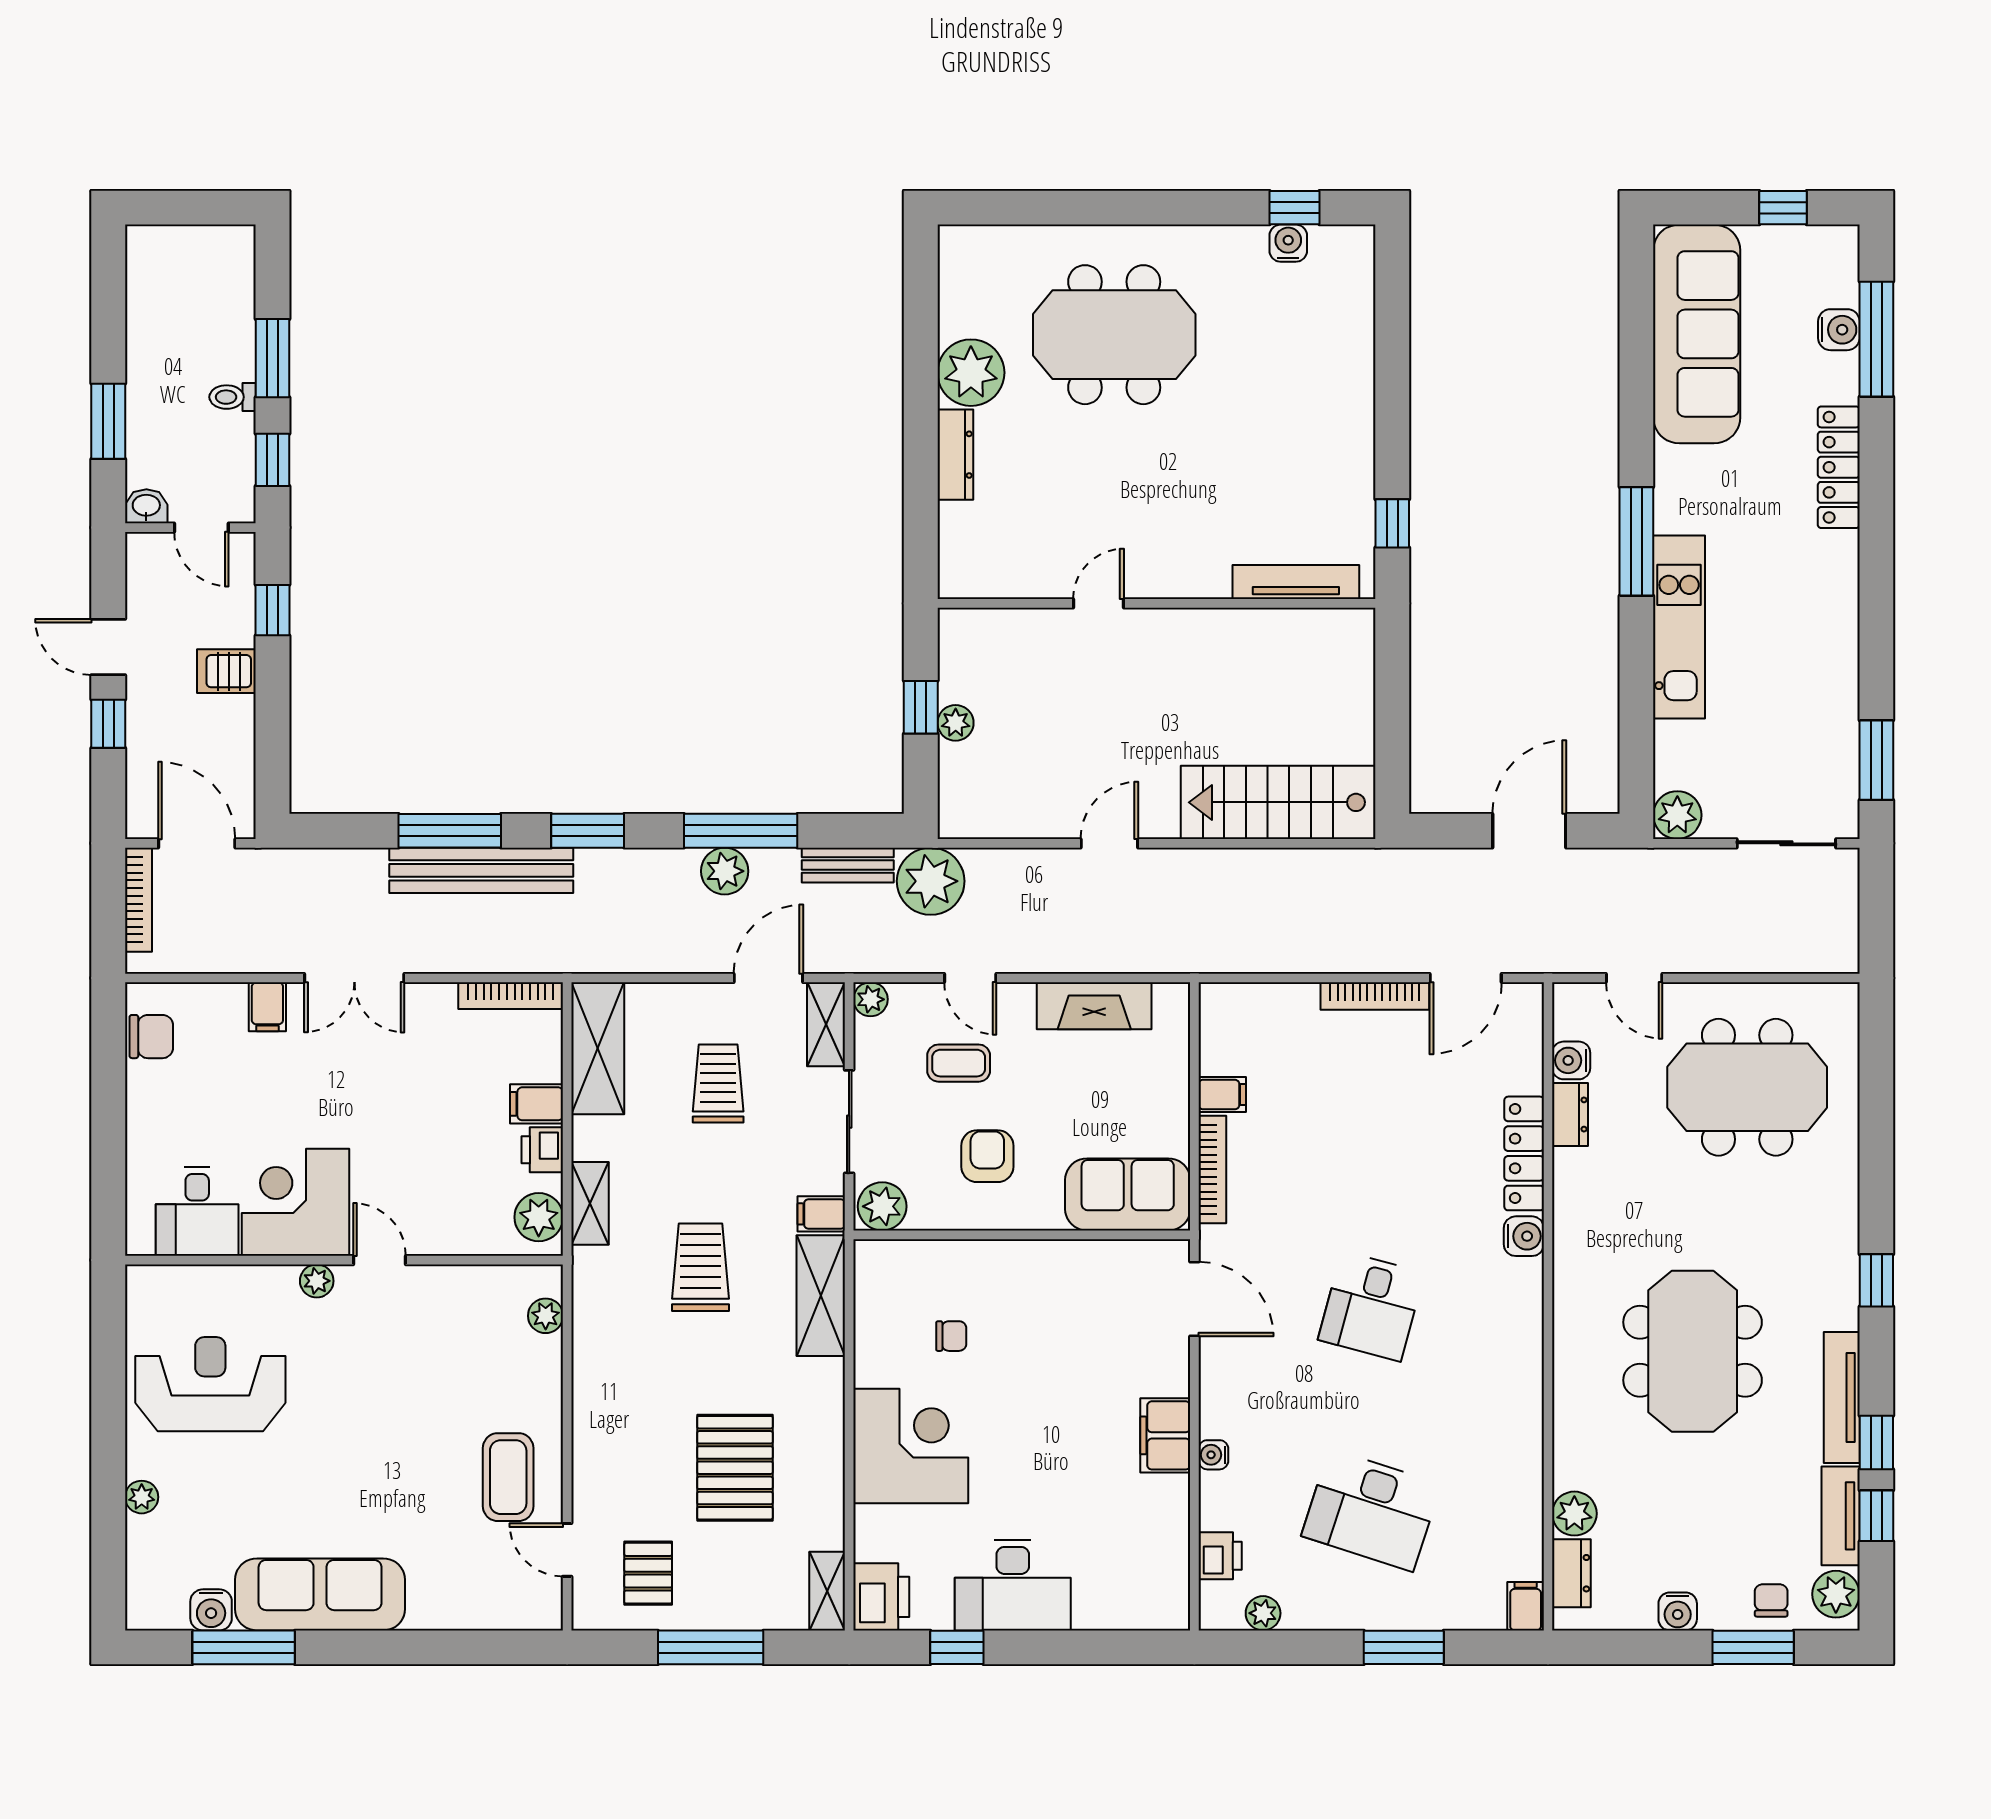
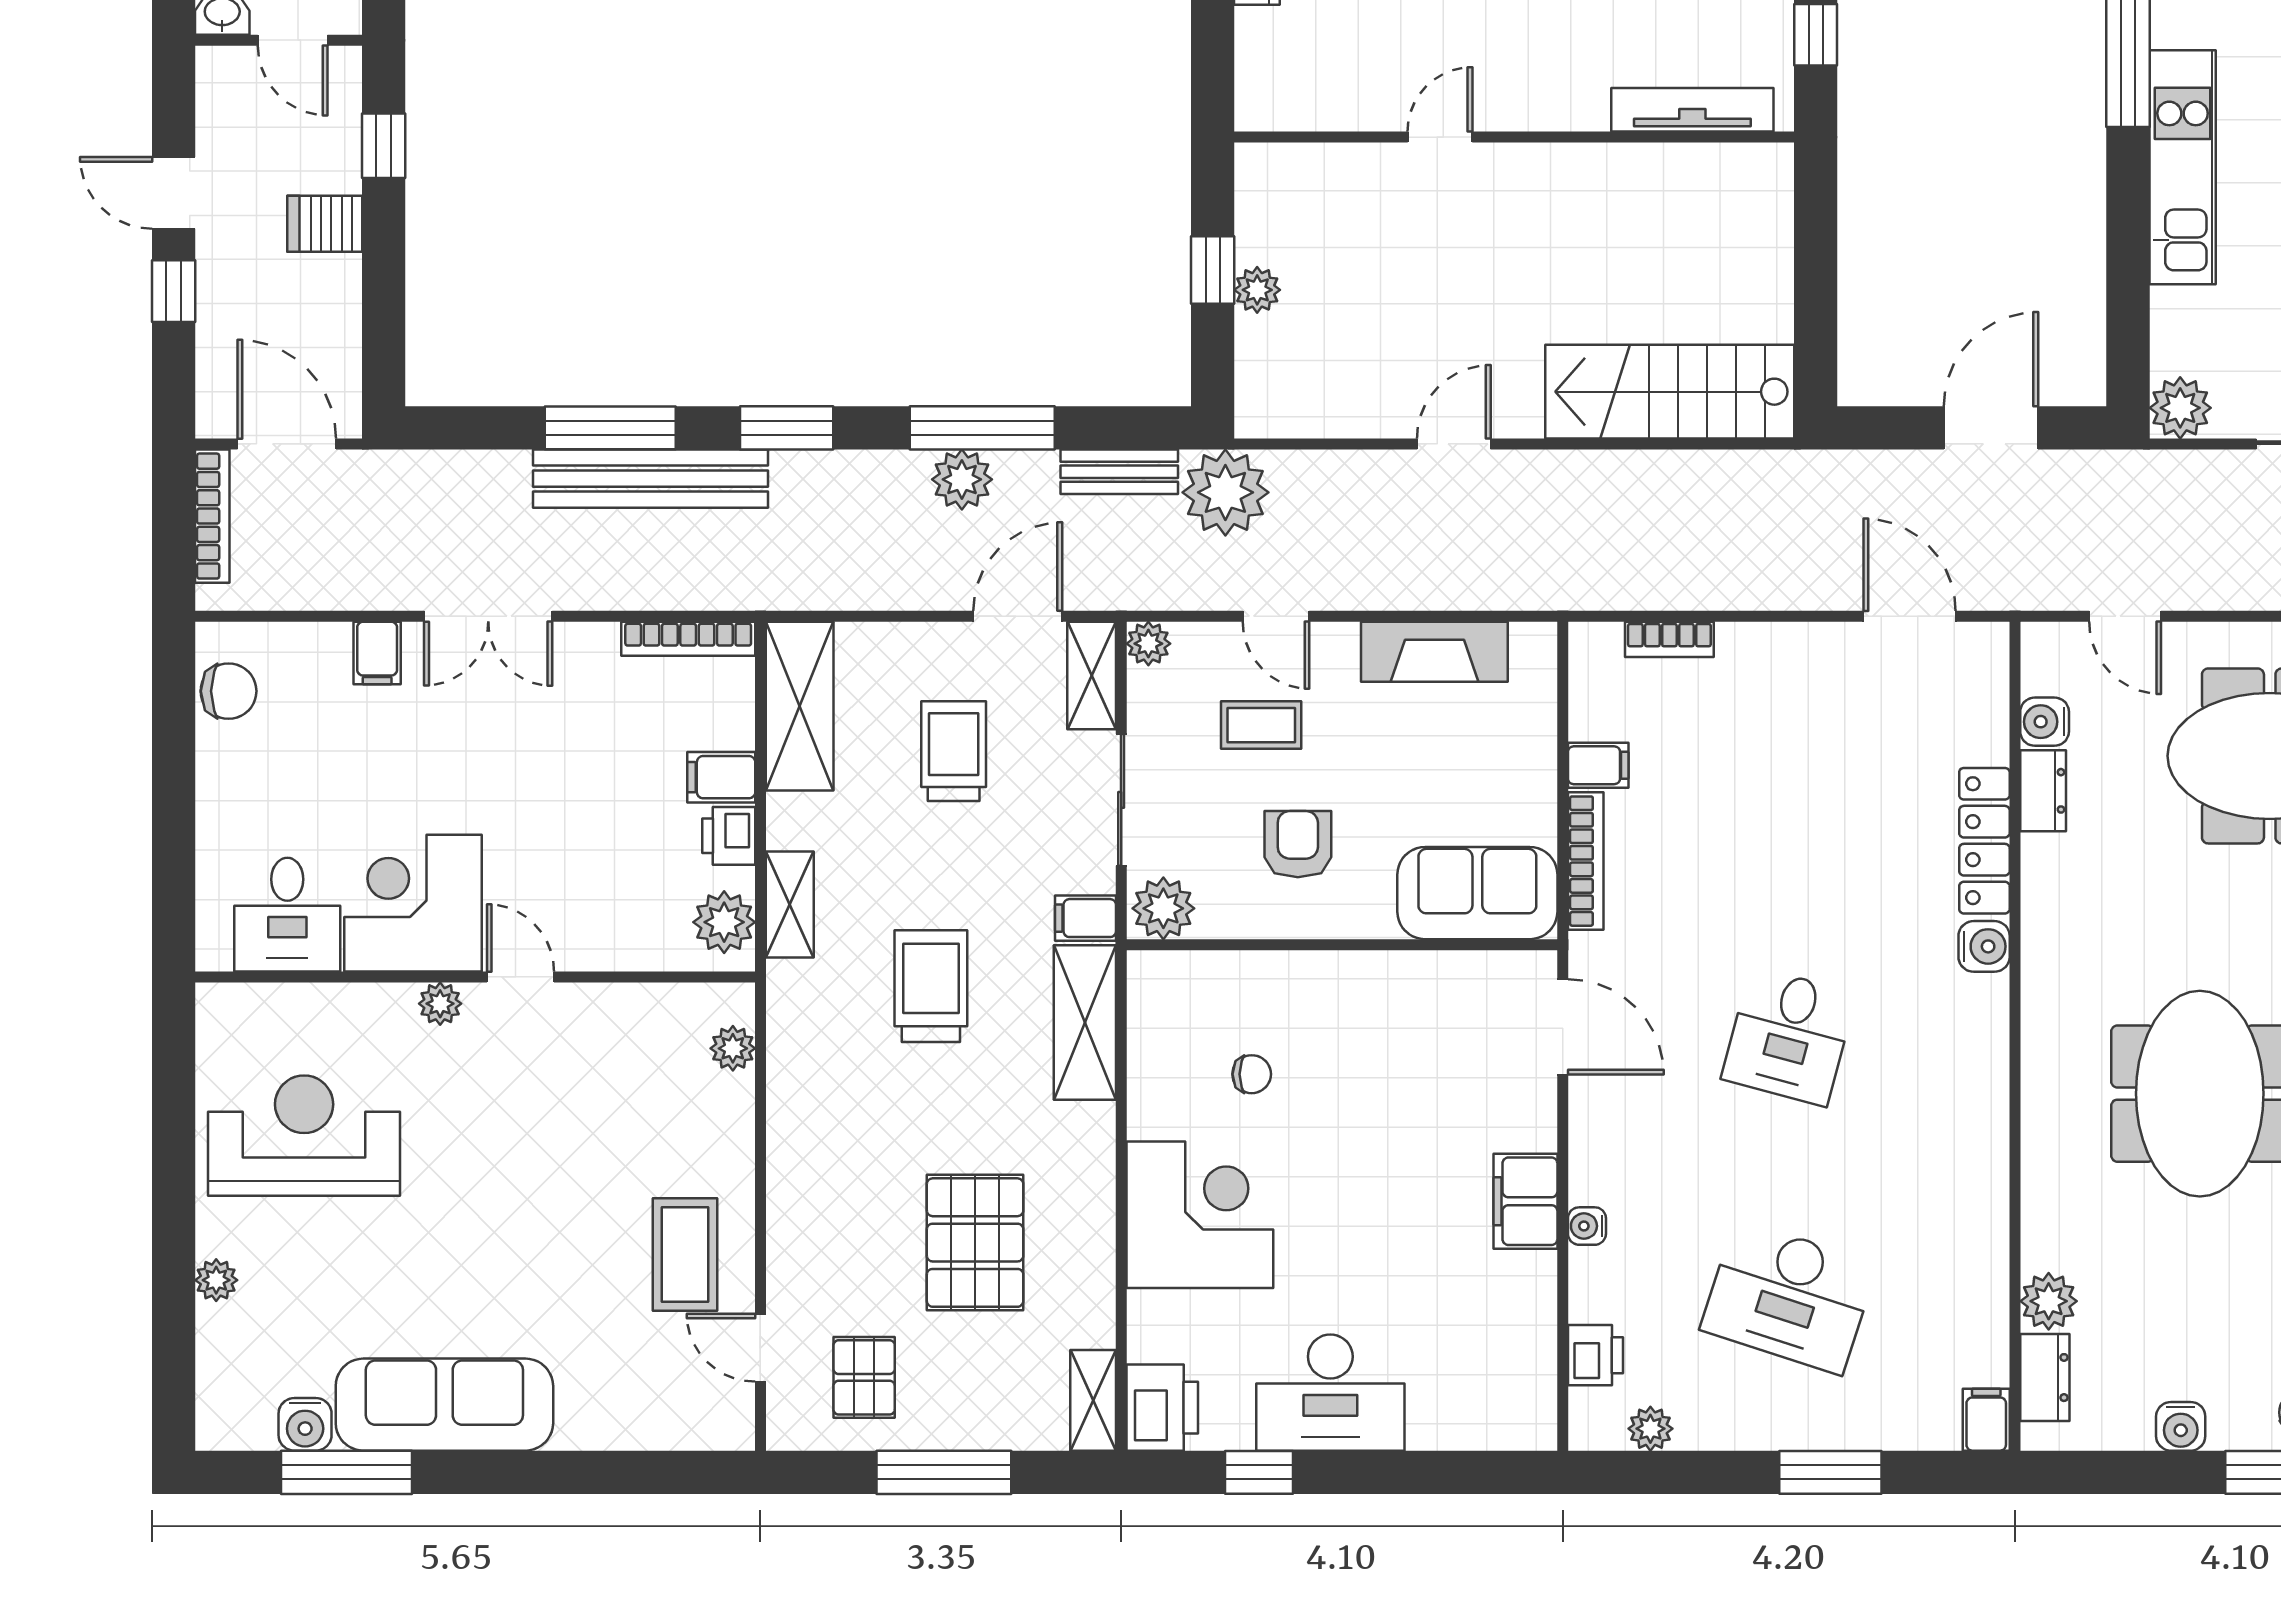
door: (1466, 978) -> (1910, 616), swing flipped
bookcase: (1375, 996) -> (1669, 639), moved, width x0.64

